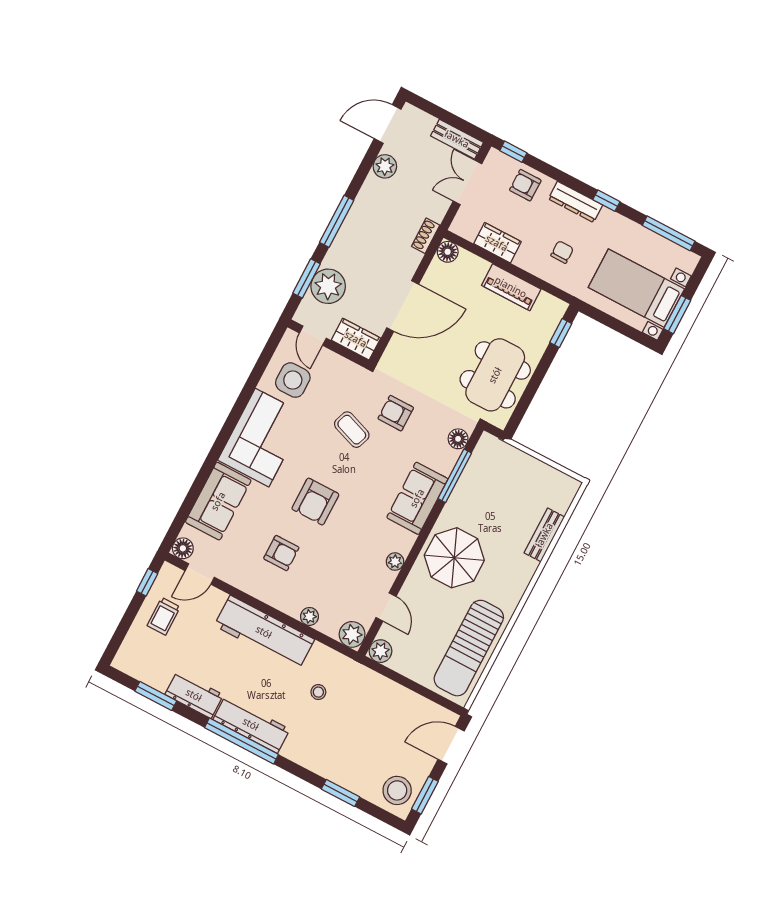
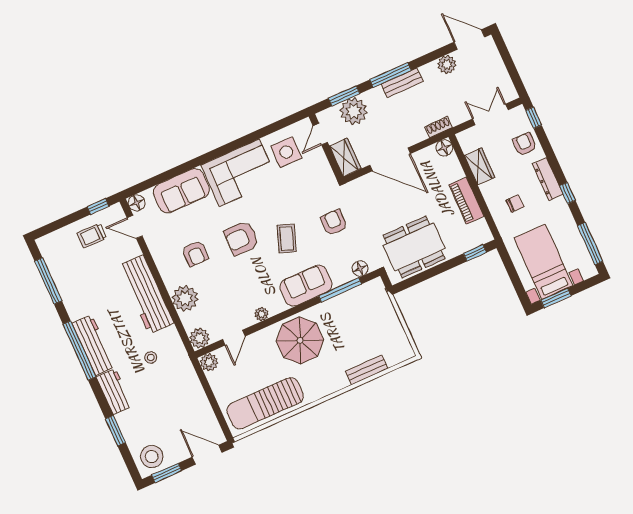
bench: (457, 139) -> (402, 83), moved, turned 90
coffee table: (352, 430) -> (287, 239), moved
plant: (309, 616) -> (185, 298), width x1.87, depth x1.87
workbench: (194, 695) -> (114, 391), moved
window: (156, 696) -> (48, 281), width x1.44

